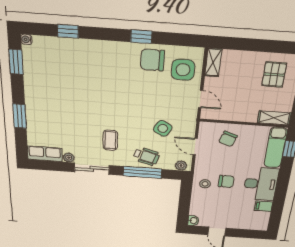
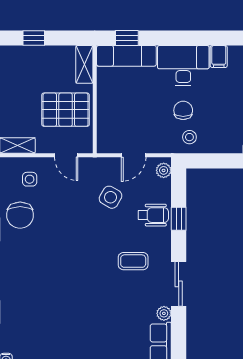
side table: (183, 70) -> (30, 179), width x0.54, depth x0.54
pallet: (274, 75) -> (66, 110), moved, width x1.50, depth x1.42
door: (201, 99) -> (66, 155), swing flipped
chair: (228, 139) -> (119, 116), removed
wheelchair: (146, 156) -> (153, 215), turned 73
window: (142, 172) -> (179, 219), width x0.46

